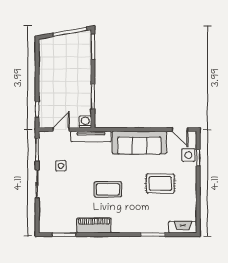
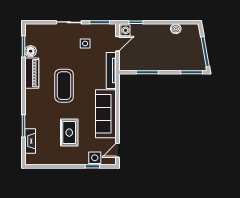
boiler: (44, 65) -> (176, 29), added
washing machine: (85, 122) -> (124, 30), moved
door: (61, 129) -> (118, 44), hinge flipped
coffee table: (108, 189) -> (64, 86), width x1.36, depth x1.32
floor lamp: (69, 227) -> (31, 51), added
fireplace: (183, 227) -> (30, 141), moved

